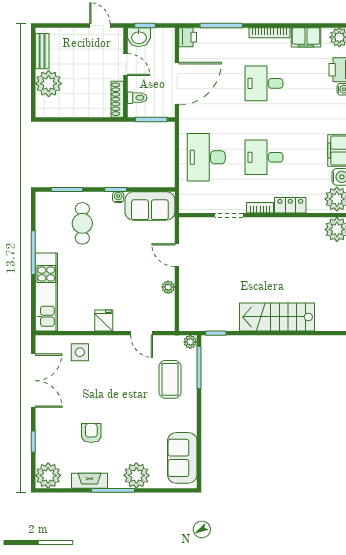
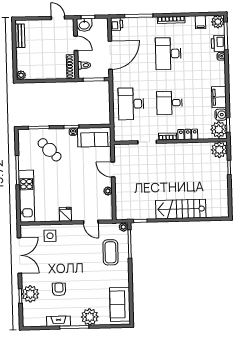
filing cabinet: (306, 37) -> (200, 22), width x0.50
desk: (264, 83) -> (168, 54), width x1.37
plant: (49, 84) -> (21, 75), moved, width x0.53, depth x0.53
cafe table: (82, 223) -> (50, 150), turned -44
plant: (48, 475) -> (30, 294), moved

